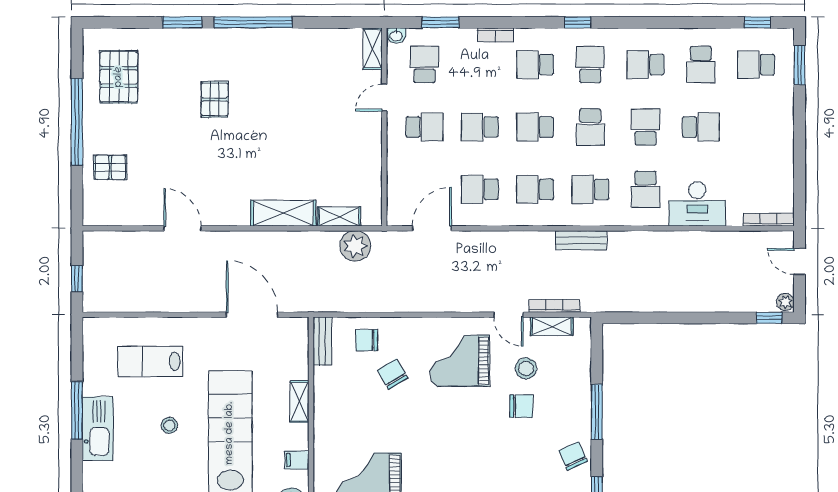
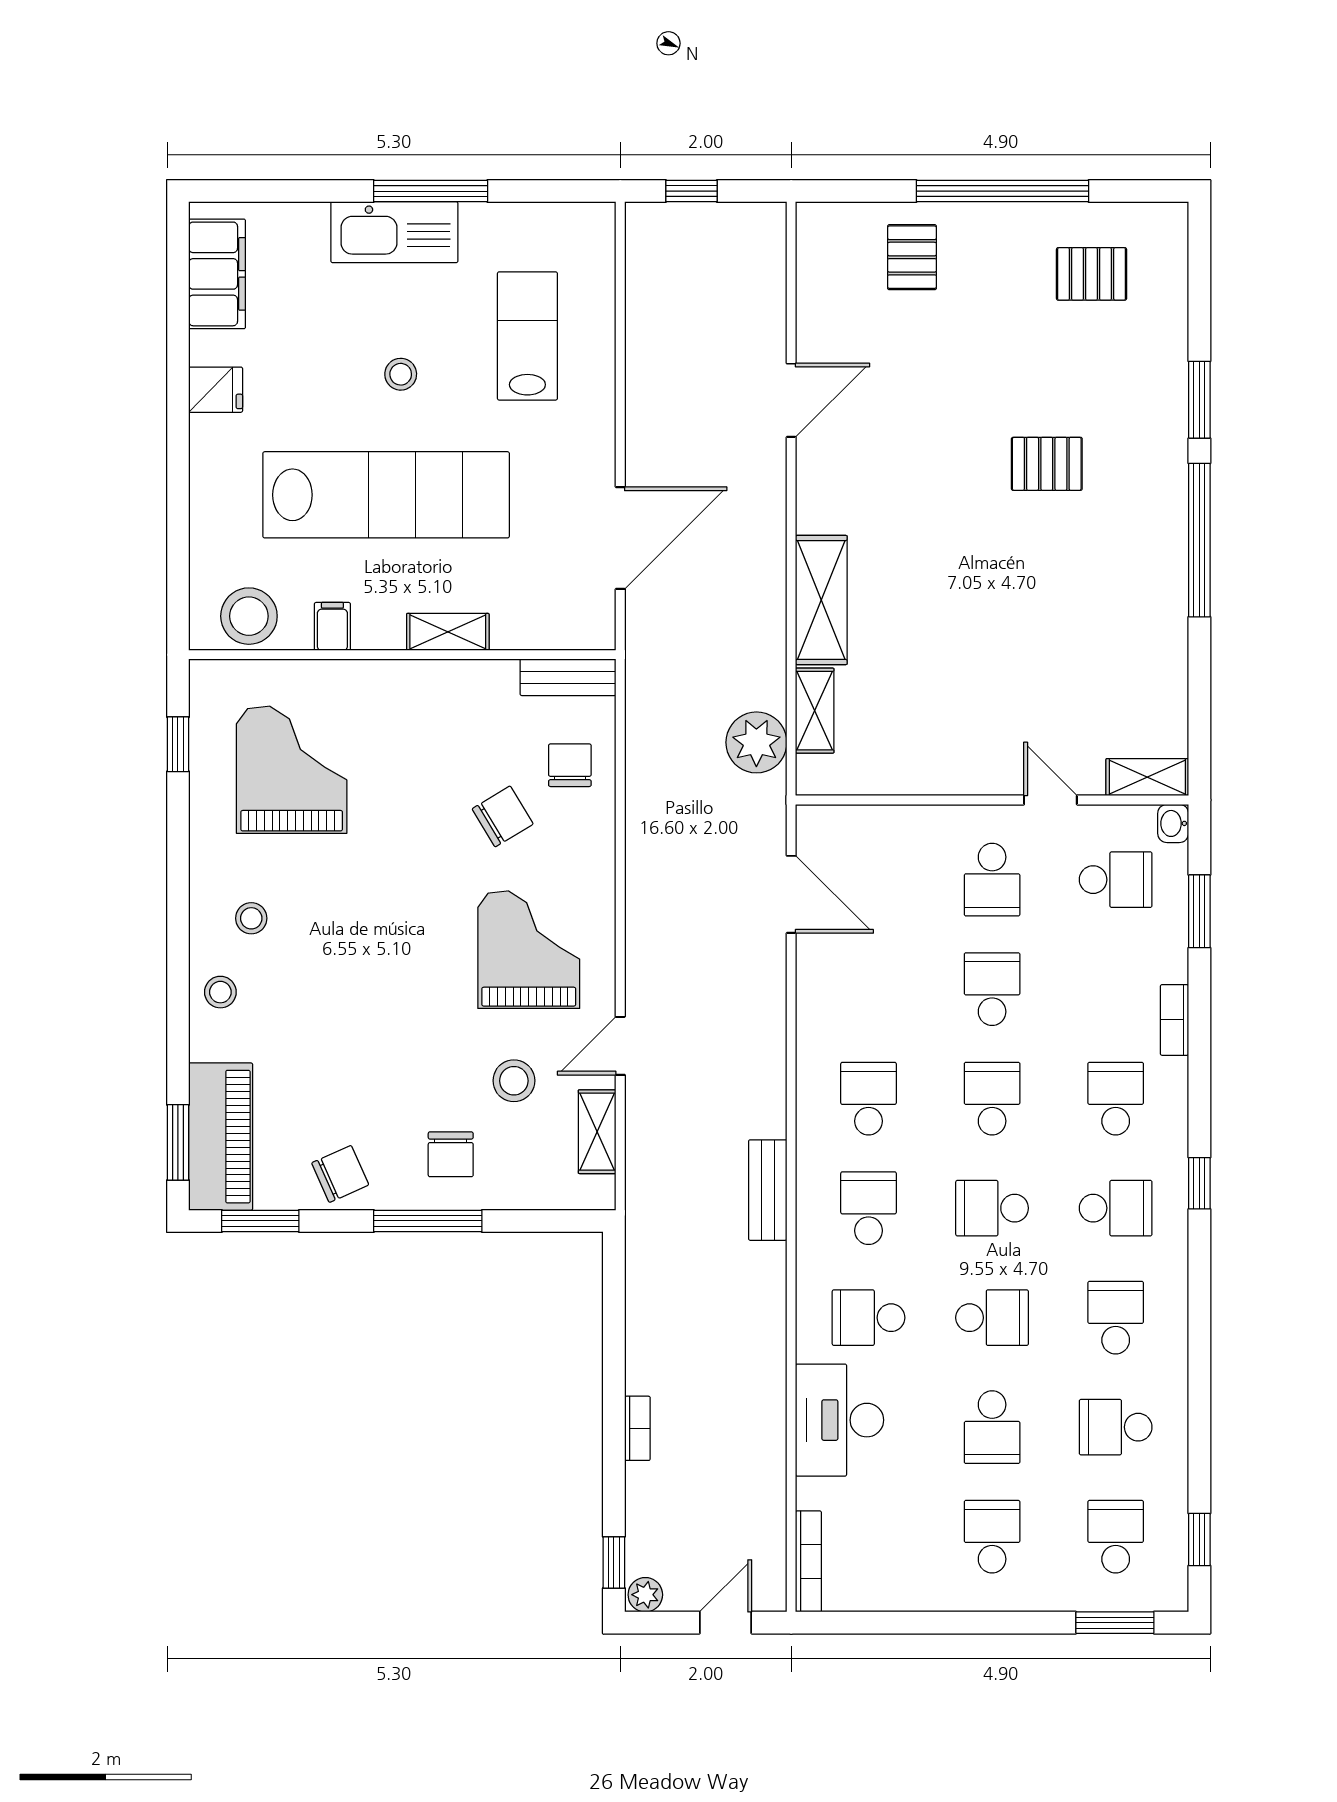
pallet: (119, 77) -> (1092, 274), width x0.67, depth x0.71
school desk: (480, 189) -> (992, 1537), moved
bookcase: (555, 306) -> (637, 1428), moved, width x0.64
chair: (521, 406) -> (451, 1154), moved

